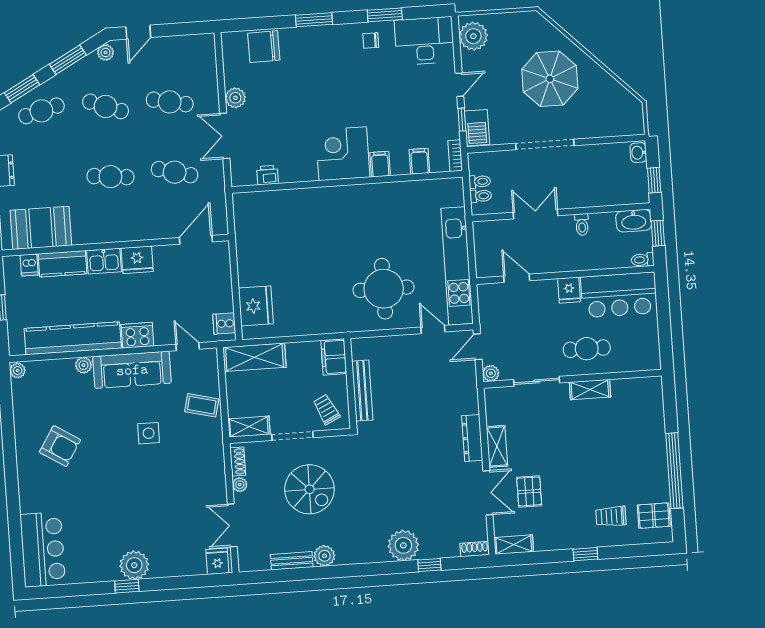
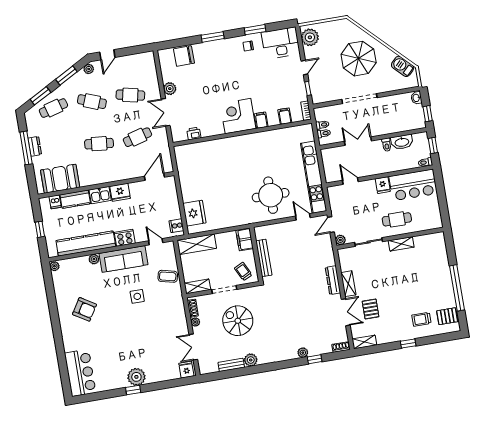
barbecue: (477, 128) -> (403, 66), moved, turned 135
cafe table: (175, 172) -> (137, 137), turned -30
washbasin: (634, 221) -> (402, 142), moved
spiral stairs: (310, 489) -> (238, 321), turned 180
plant: (403, 545) -> (303, 353), width x0.53, depth x0.53

